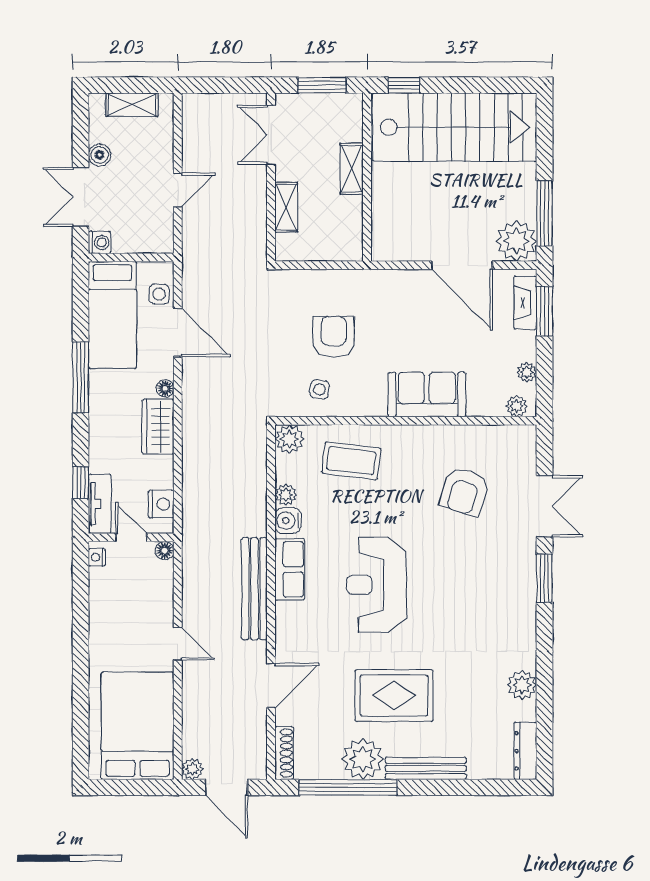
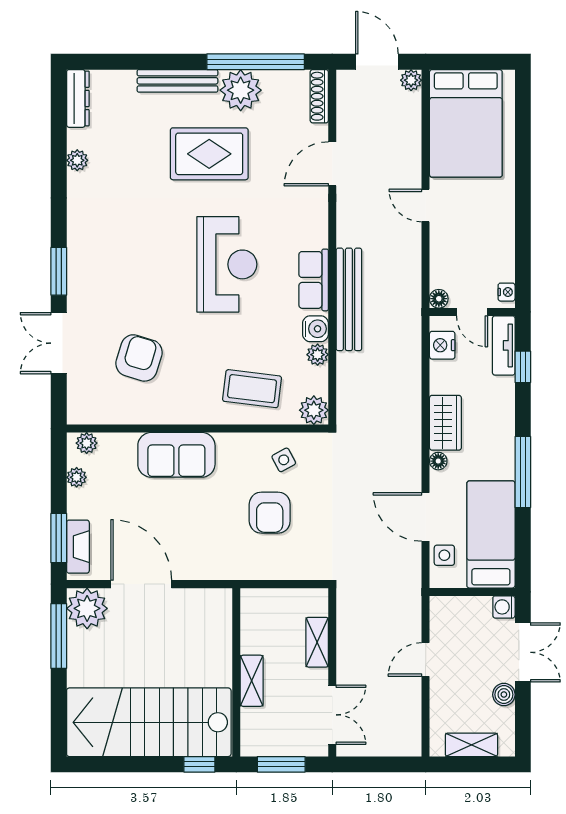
side table: (320, 390) -> (284, 460), turned -37
bench: (254, 589) -> (349, 299), moved
plant: (522, 685) -> (77, 160), width x0.73, depth x0.73

